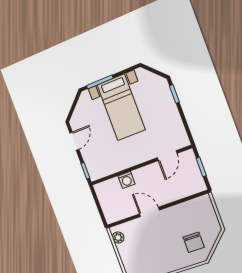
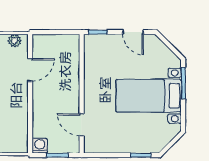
washing machine: (126, 180) -> (40, 146), moved, turned 90
door: (149, 212) -> (30, 70), moved

